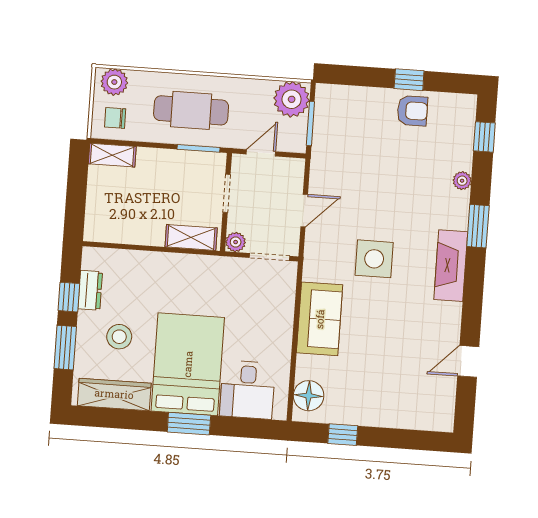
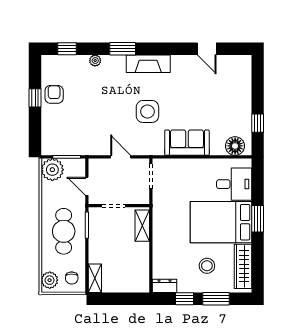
plant: (236, 242) -> (143, 198), removed
dresser: (90, 290) -> (164, 286), moved

